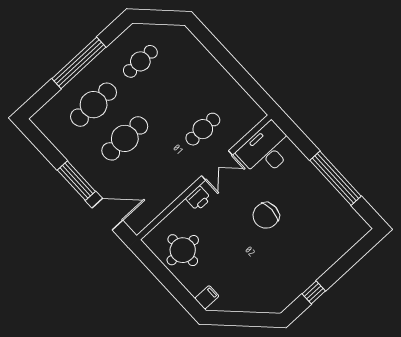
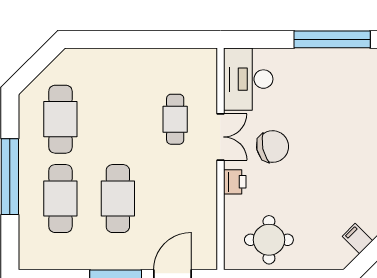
cafe table: (140, 61) -> (60, 119), width x1.37, depth x1.35
chair: (266, 215) -> (273, 147), moved, turned -102
filing cabinet: (207, 297) -> (357, 239), moved, turned -45

